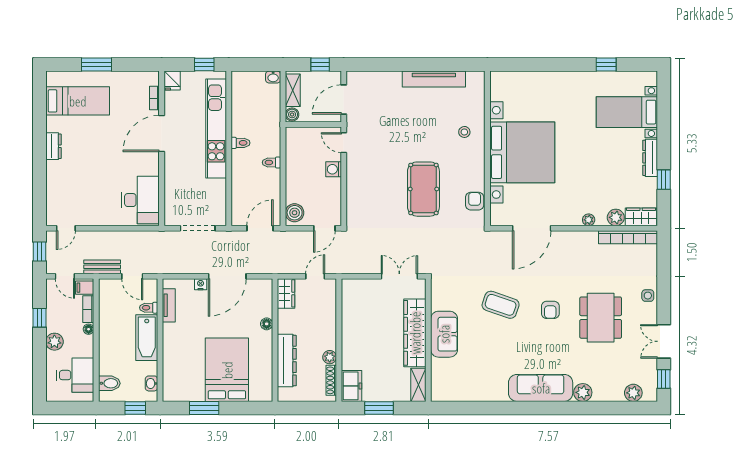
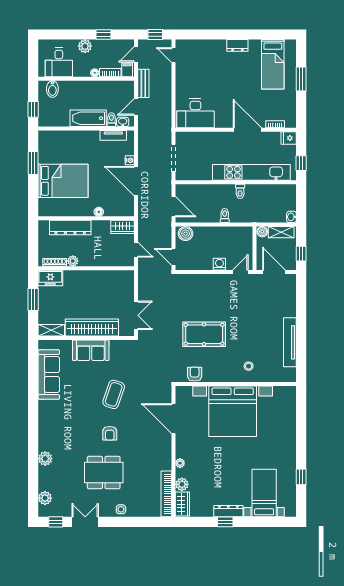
window: (664, 180) -> (225, 522), moved
armchair: (475, 201) -> (195, 374), turned -90
armchair: (550, 310) -> (110, 433), turned -90
washbasin: (151, 383) -> (123, 122), moved
sofa: (541, 388) -> (49, 375), moved

